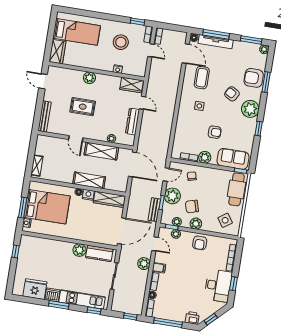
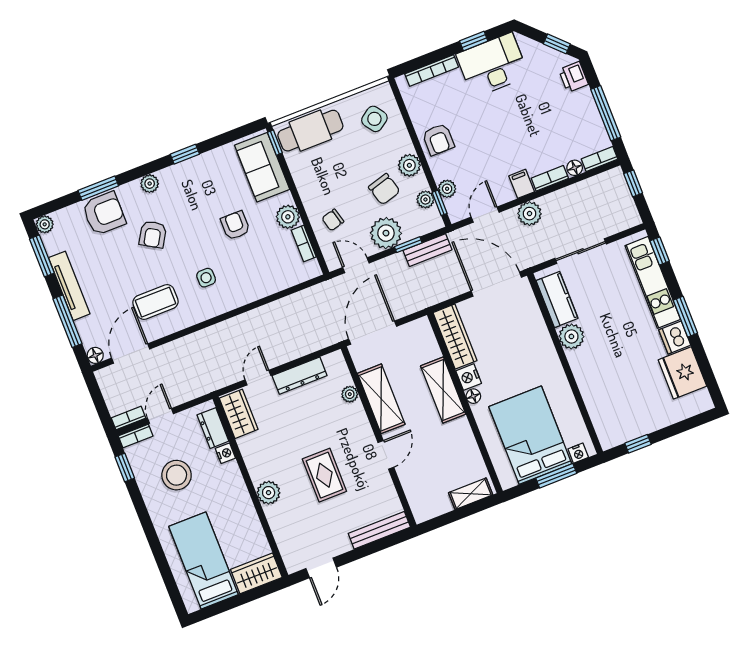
tv unit: (216, 42) -> (69, 286), moved
dresser: (132, 70) -> (213, 428), added
armchair: (254, 78) -> (104, 213), turned -90
plant: (250, 109) -> (150, 184), width x0.53, depth x0.53
armchair: (200, 243) -> (438, 139), turned 90

